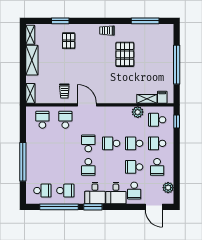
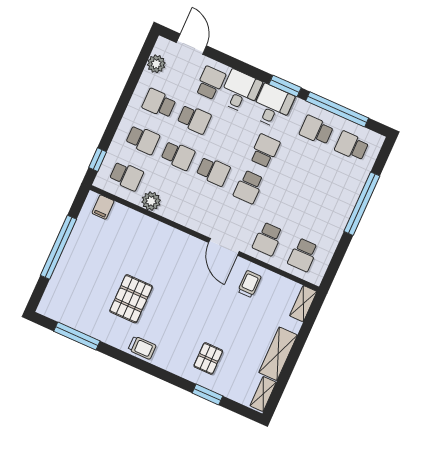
shelving: (147, 99) -> (128, 215), removed
school desk: (157, 167) -> (159, 103), turned -90

